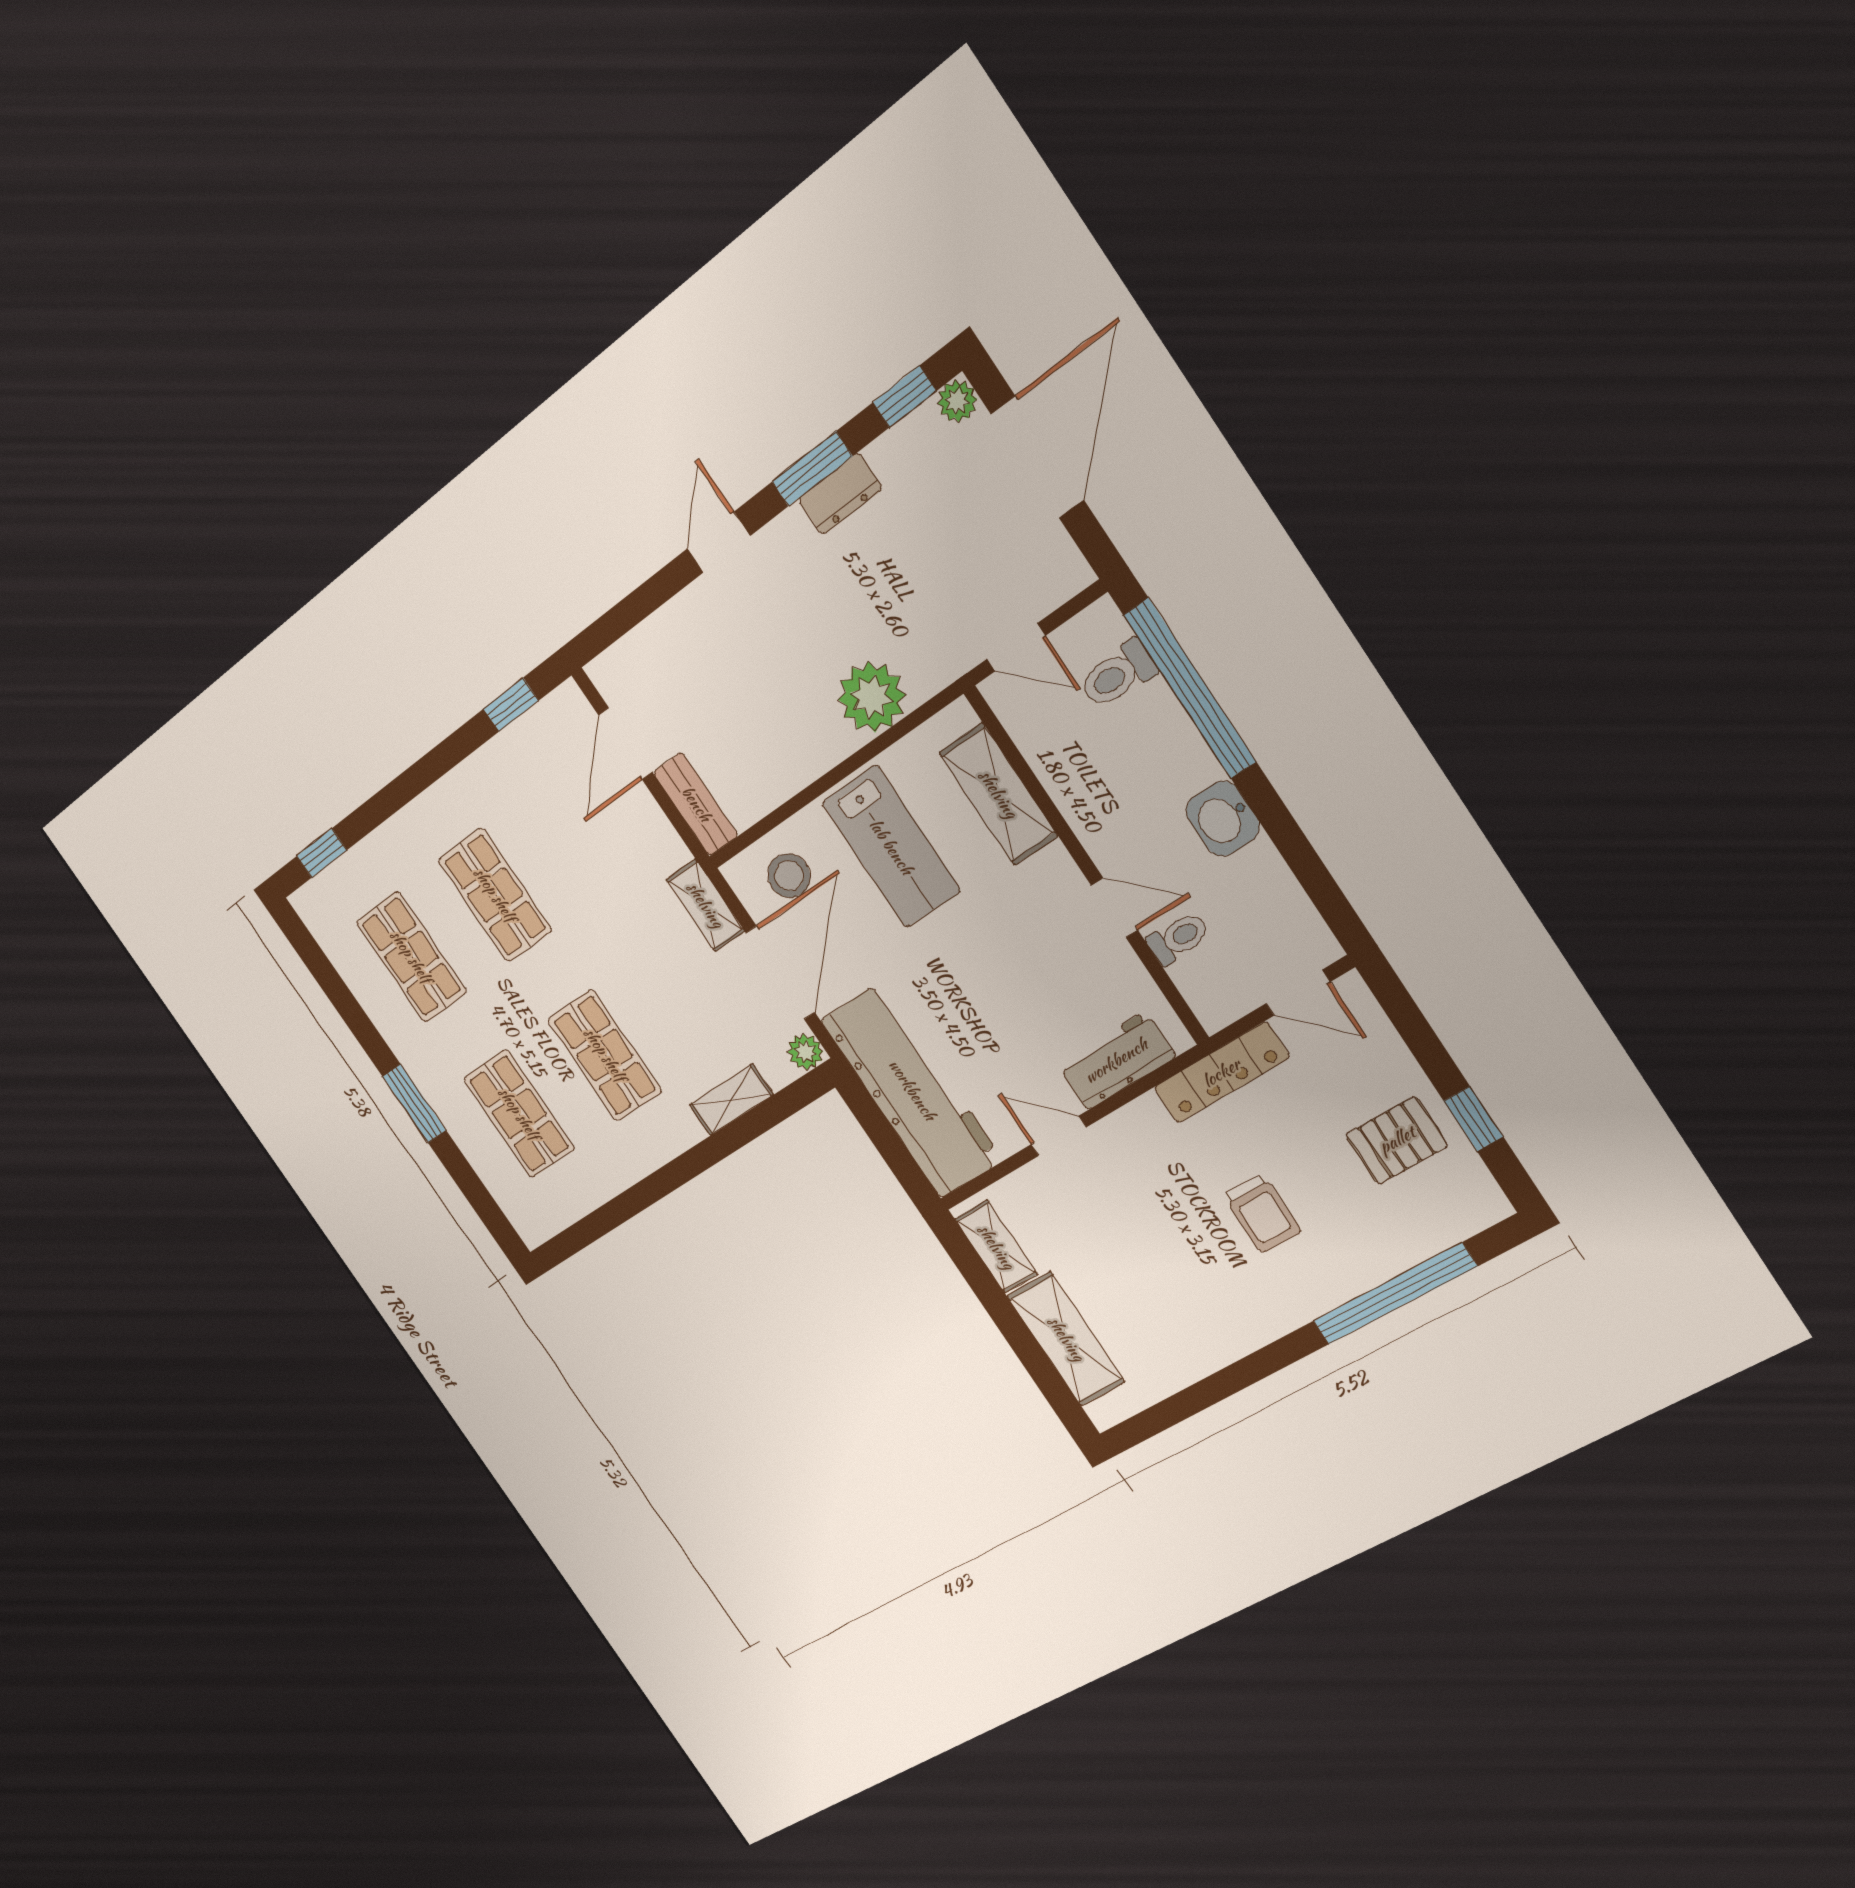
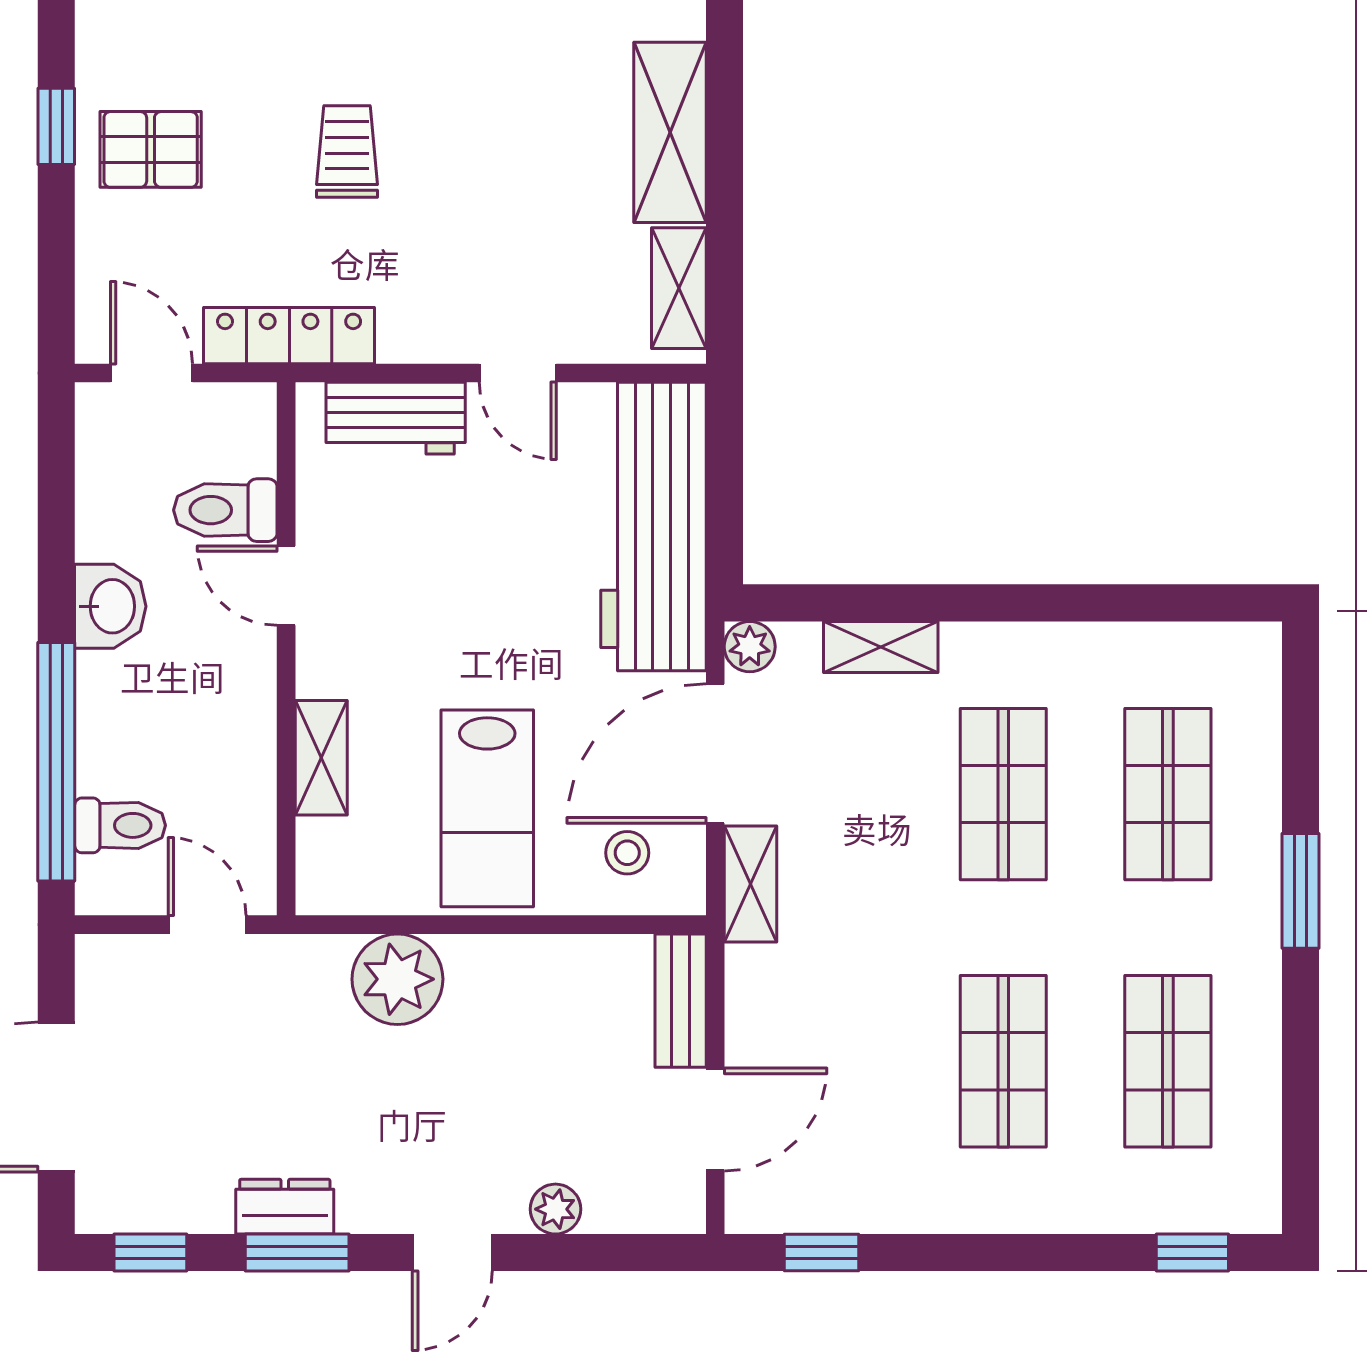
plant: (957, 401) -> (555, 1209), moved
shelving: (998, 794) -> (321, 758), width x0.67, depth x0.75
lab bench: (891, 847) -> (487, 808), turned 180
stool: (789, 876) -> (627, 853), width x0.73, depth x0.73
toilet: (1178, 938) -> (225, 510), width x1.37, depth x1.39

